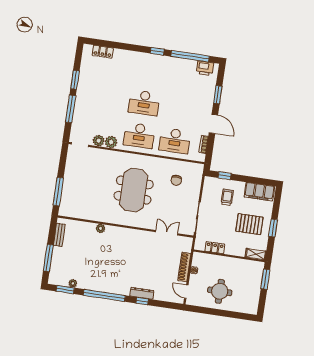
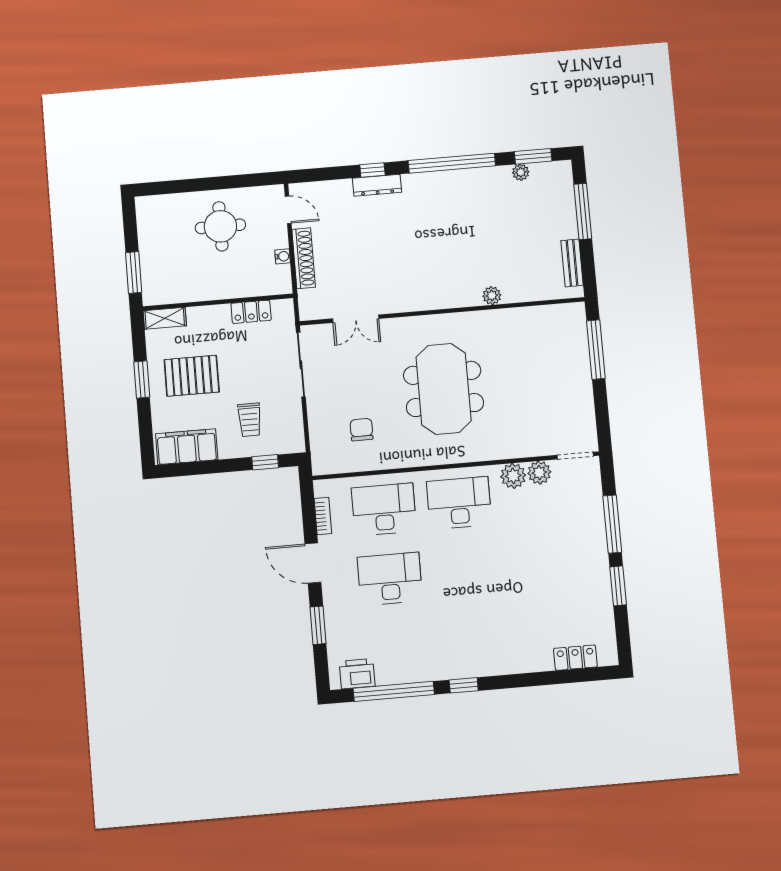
desk: (144, 103) -> (390, 579), moved

